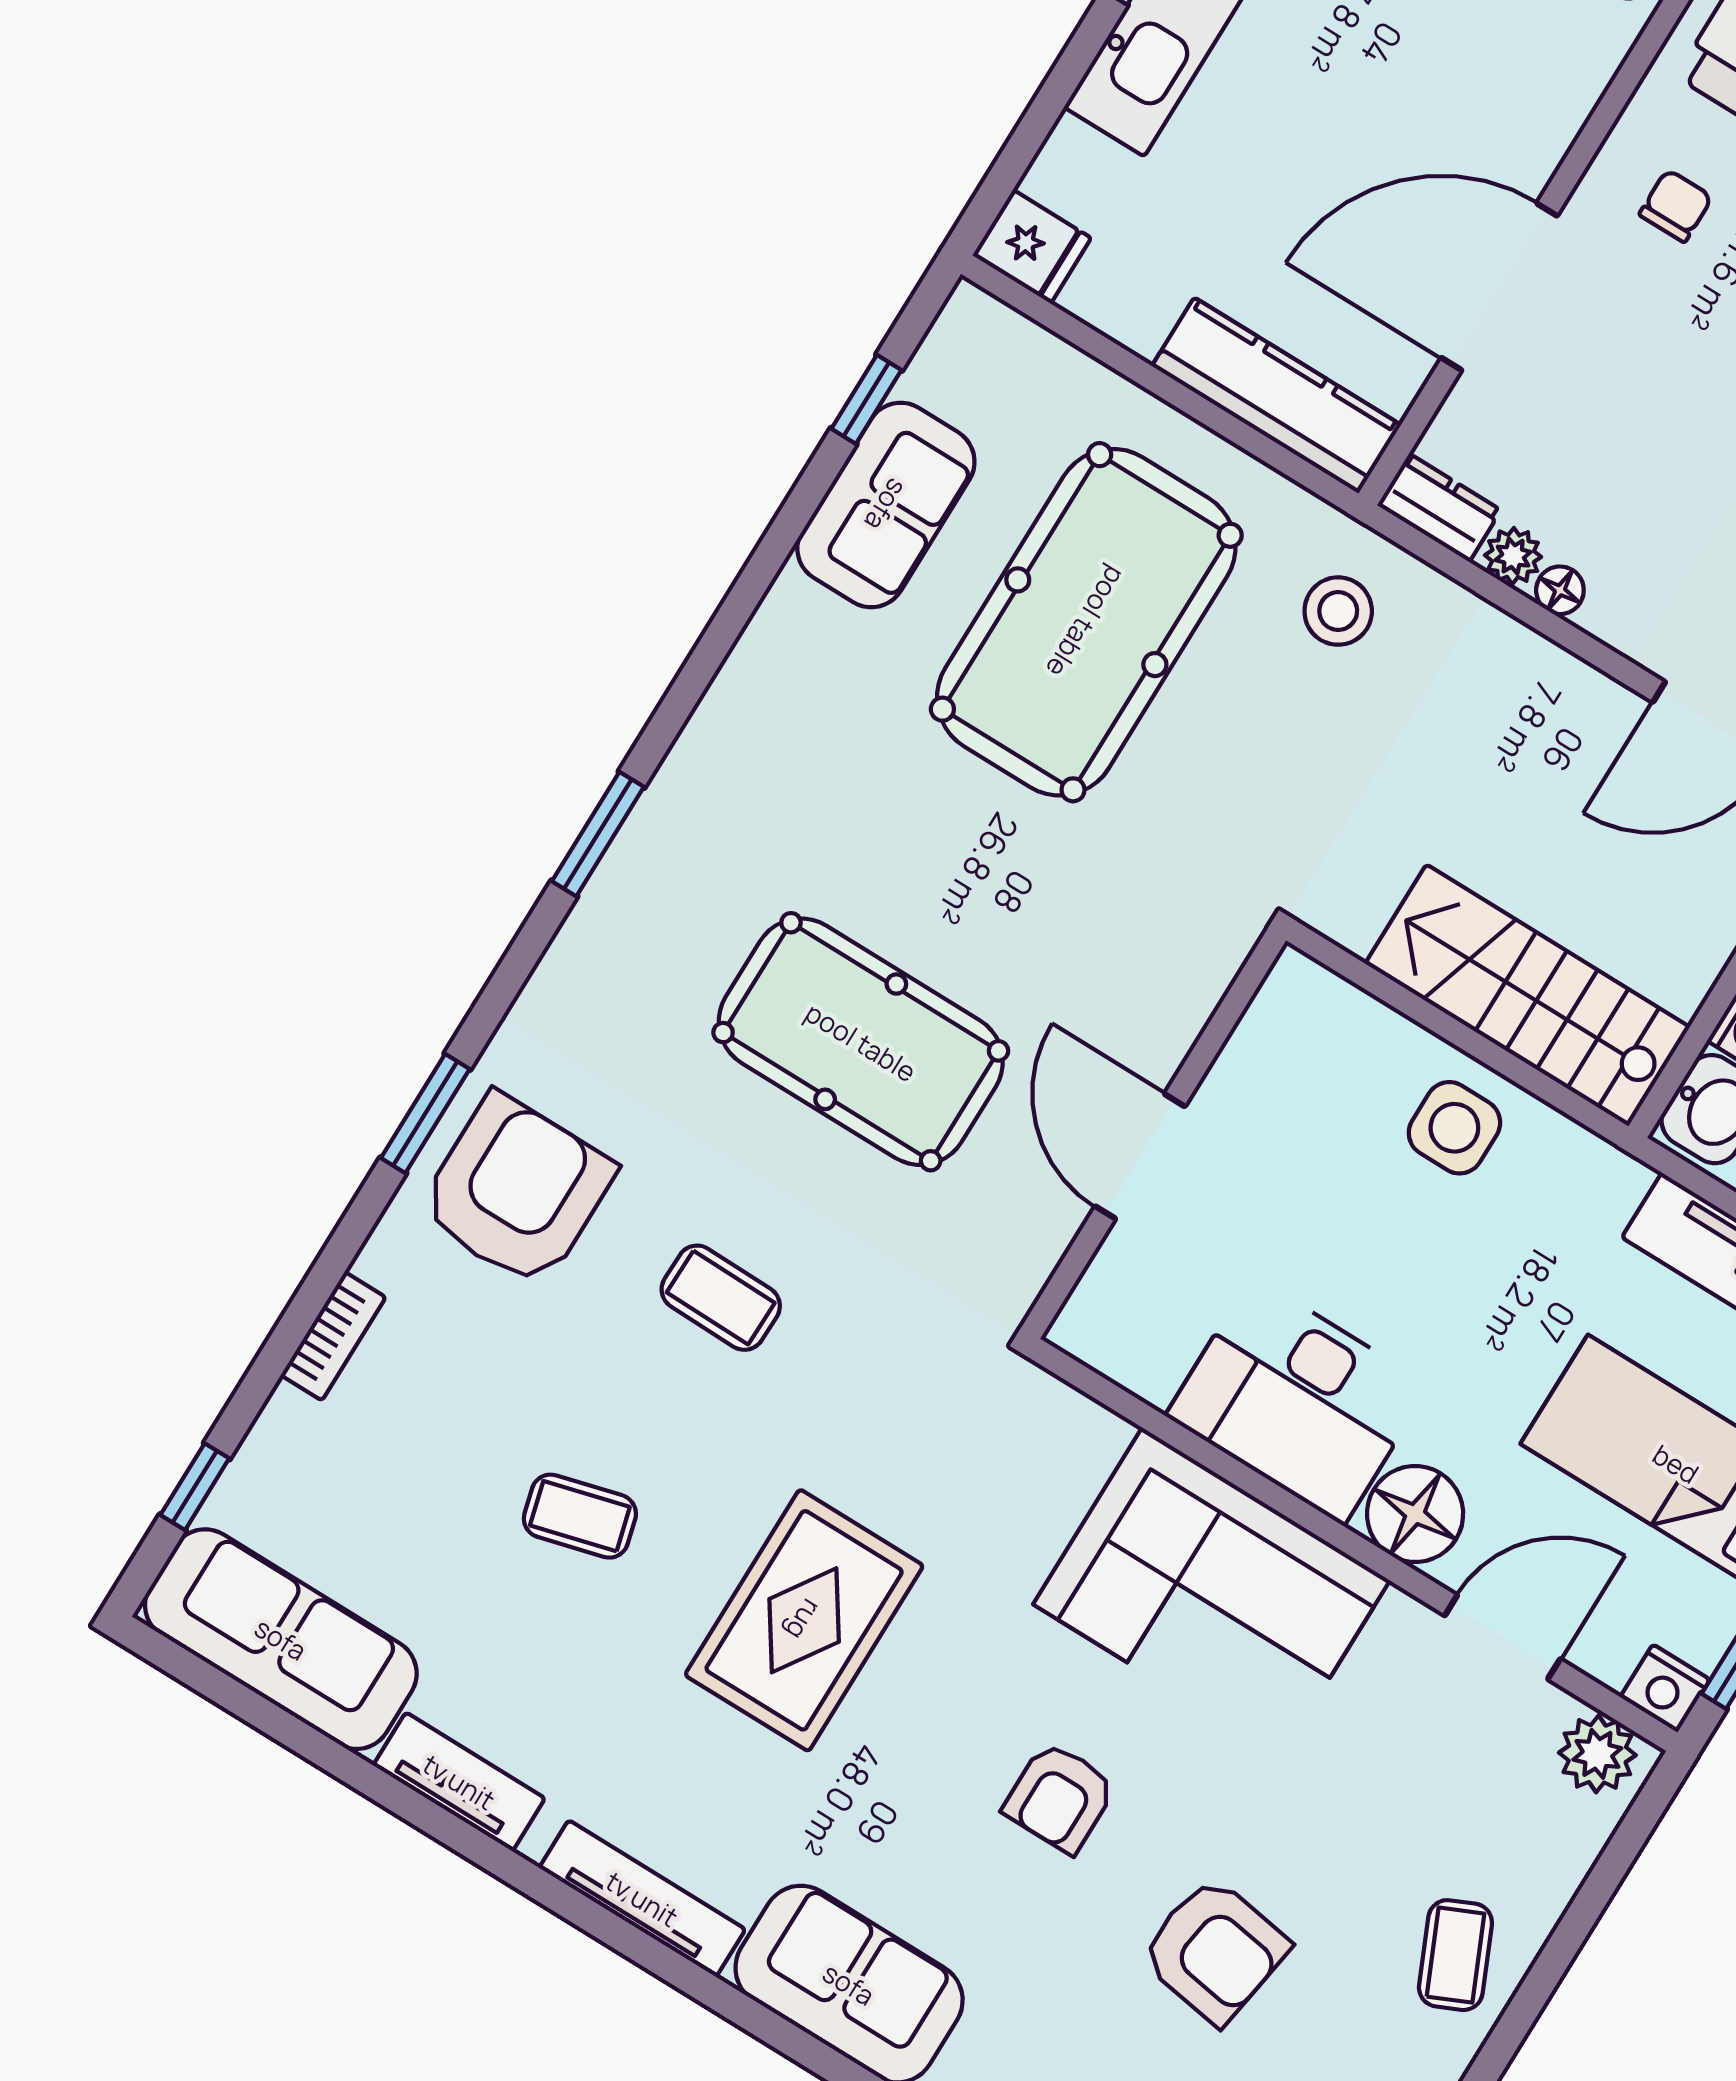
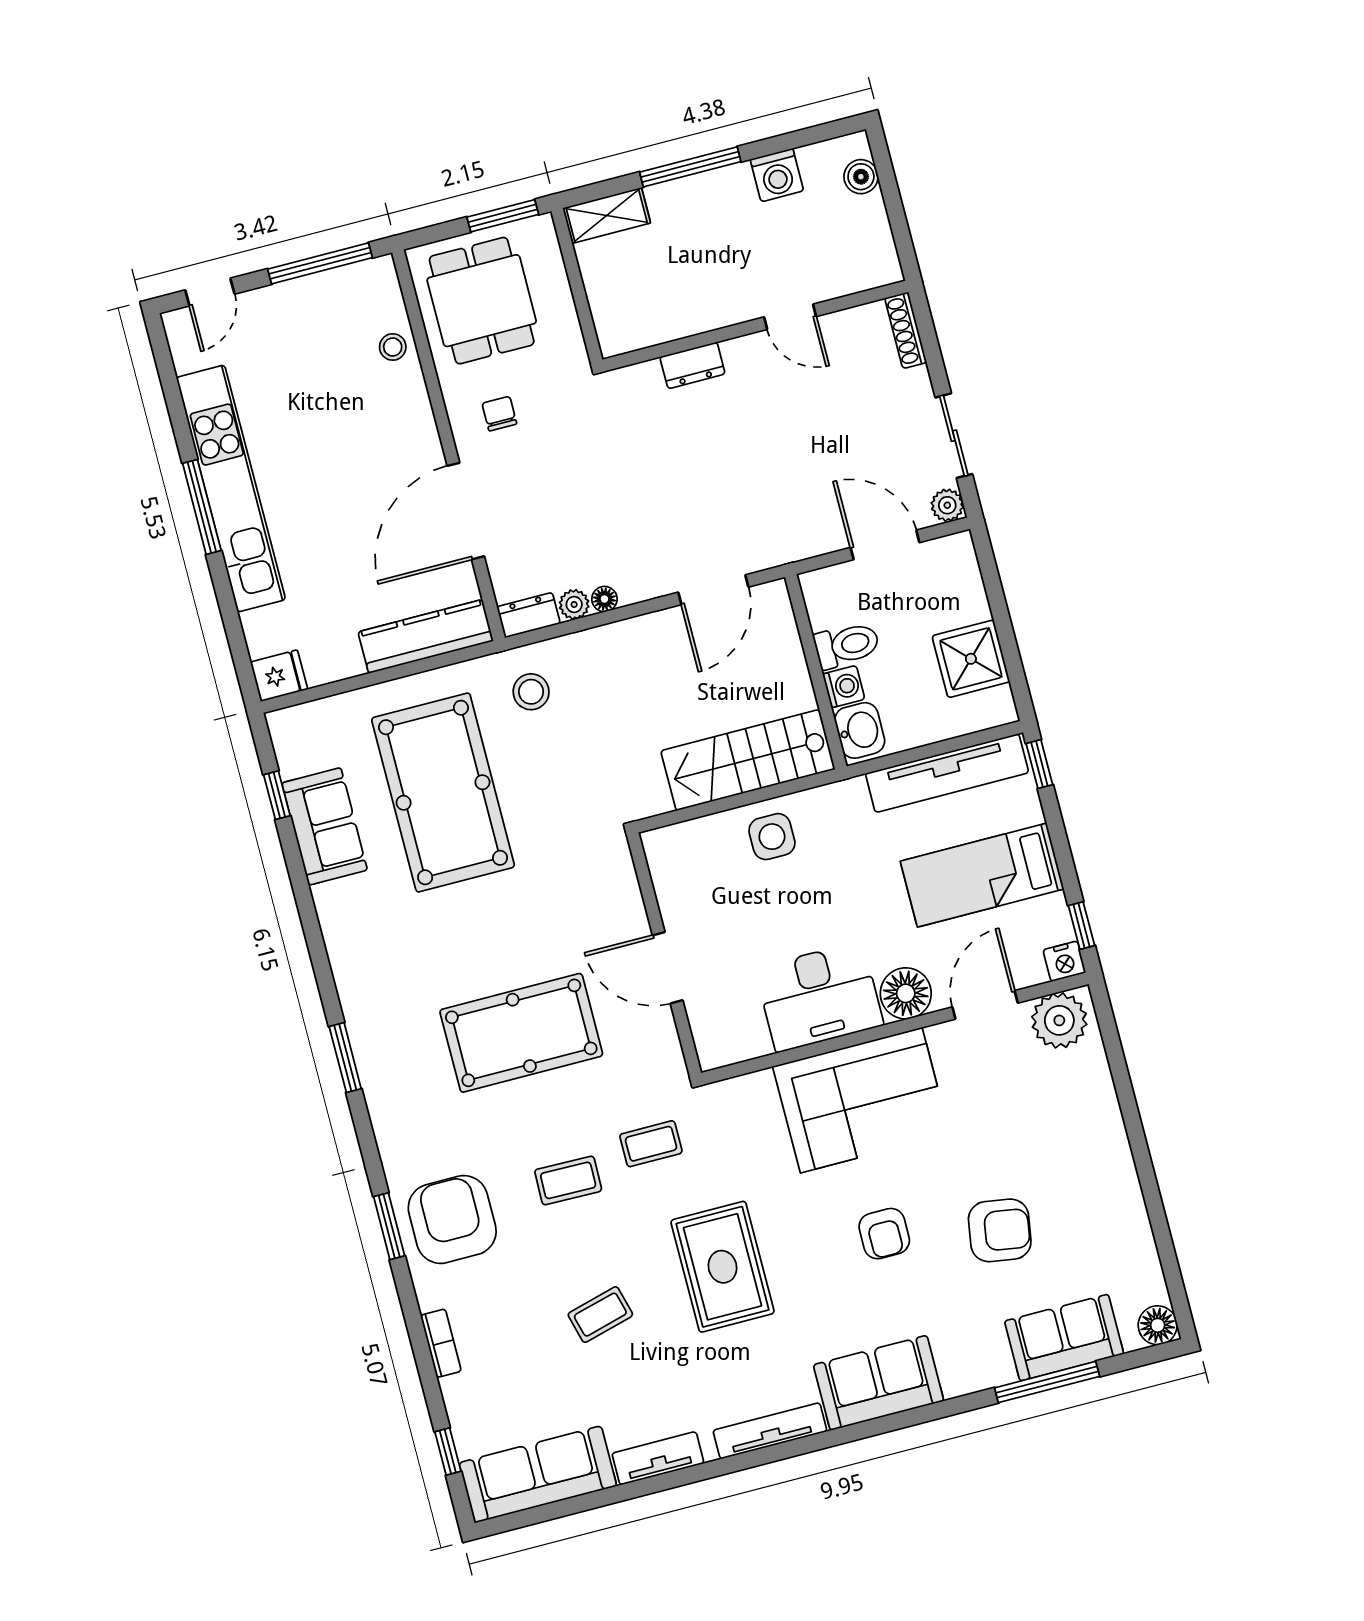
plant: (1597, 1754) -> (1059, 1020), width x1.36, depth x1.36
coffee table: (1455, 1955) -> (651, 1144), moved, turned -66

